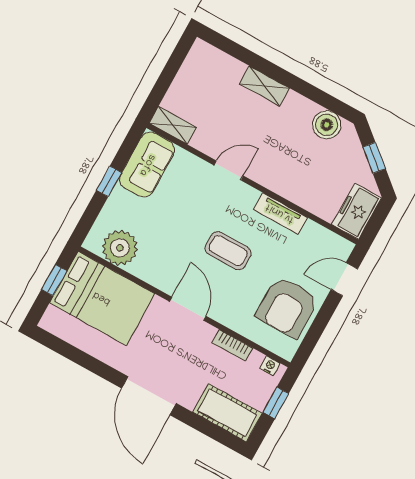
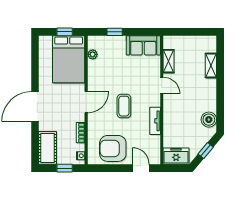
shelving: (264, 86) -> (211, 66), moved
shelving: (173, 125) -> (168, 61), moved
window: (109, 181) -> (115, 32), moved
plant: (120, 248) -> (93, 54), width x0.53, depth x0.53

